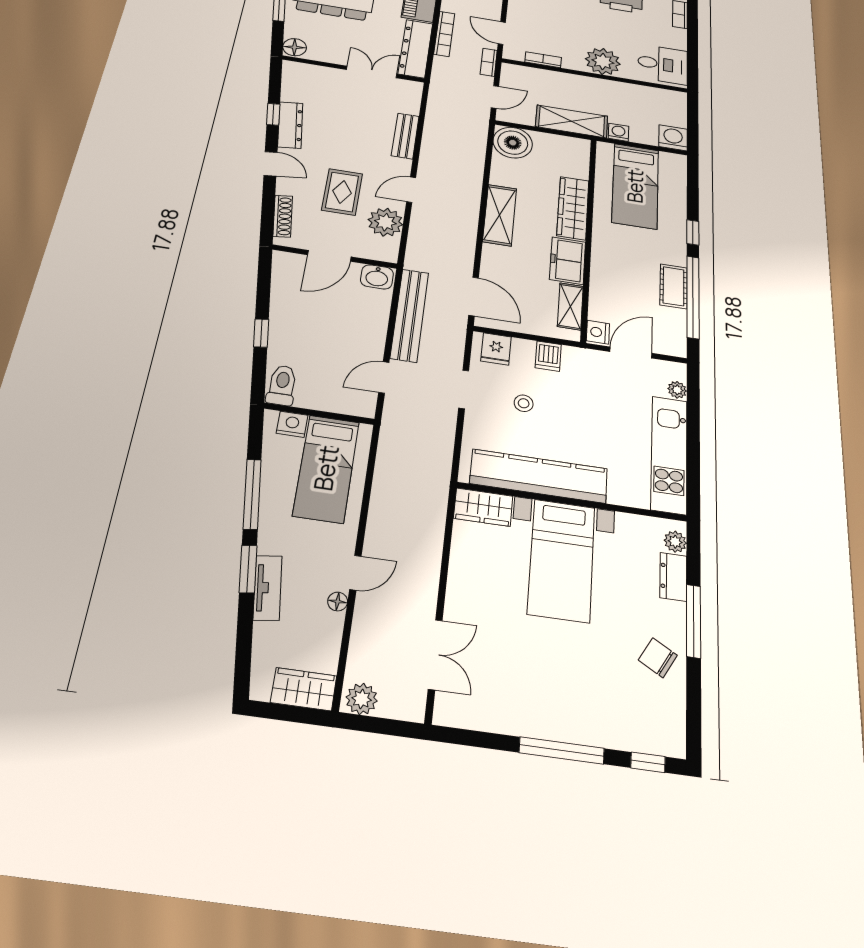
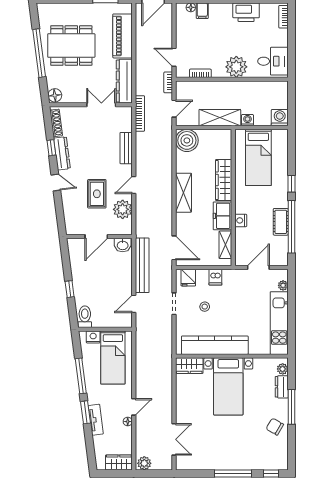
bookcase: (444, 34) -> (140, 113), moved
shoe rack: (283, 216) -> (56, 123), moved
nightstand: (598, 332) -> (241, 220), moved

